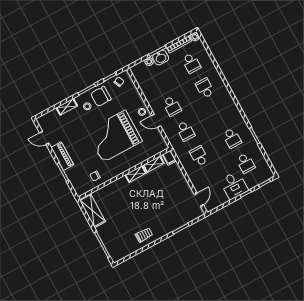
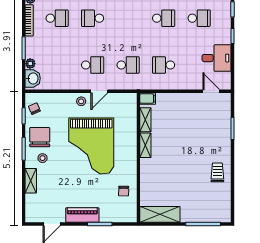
washbasin: (161, 58) -> (33, 78), moved
chair: (101, 96) -> (40, 137), turned 180
desk: (234, 185) -> (217, 58), moved

